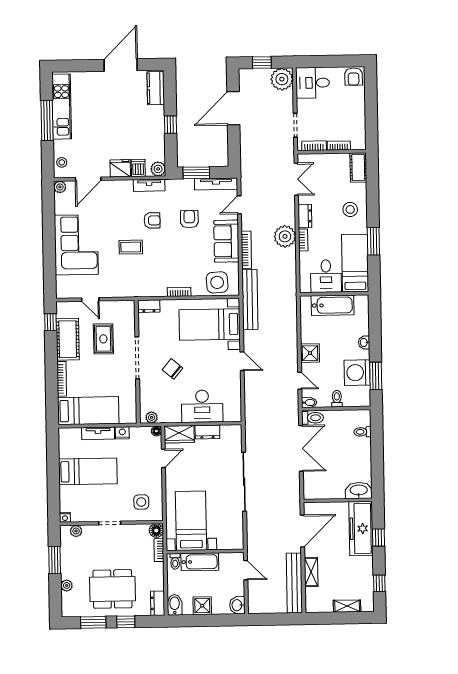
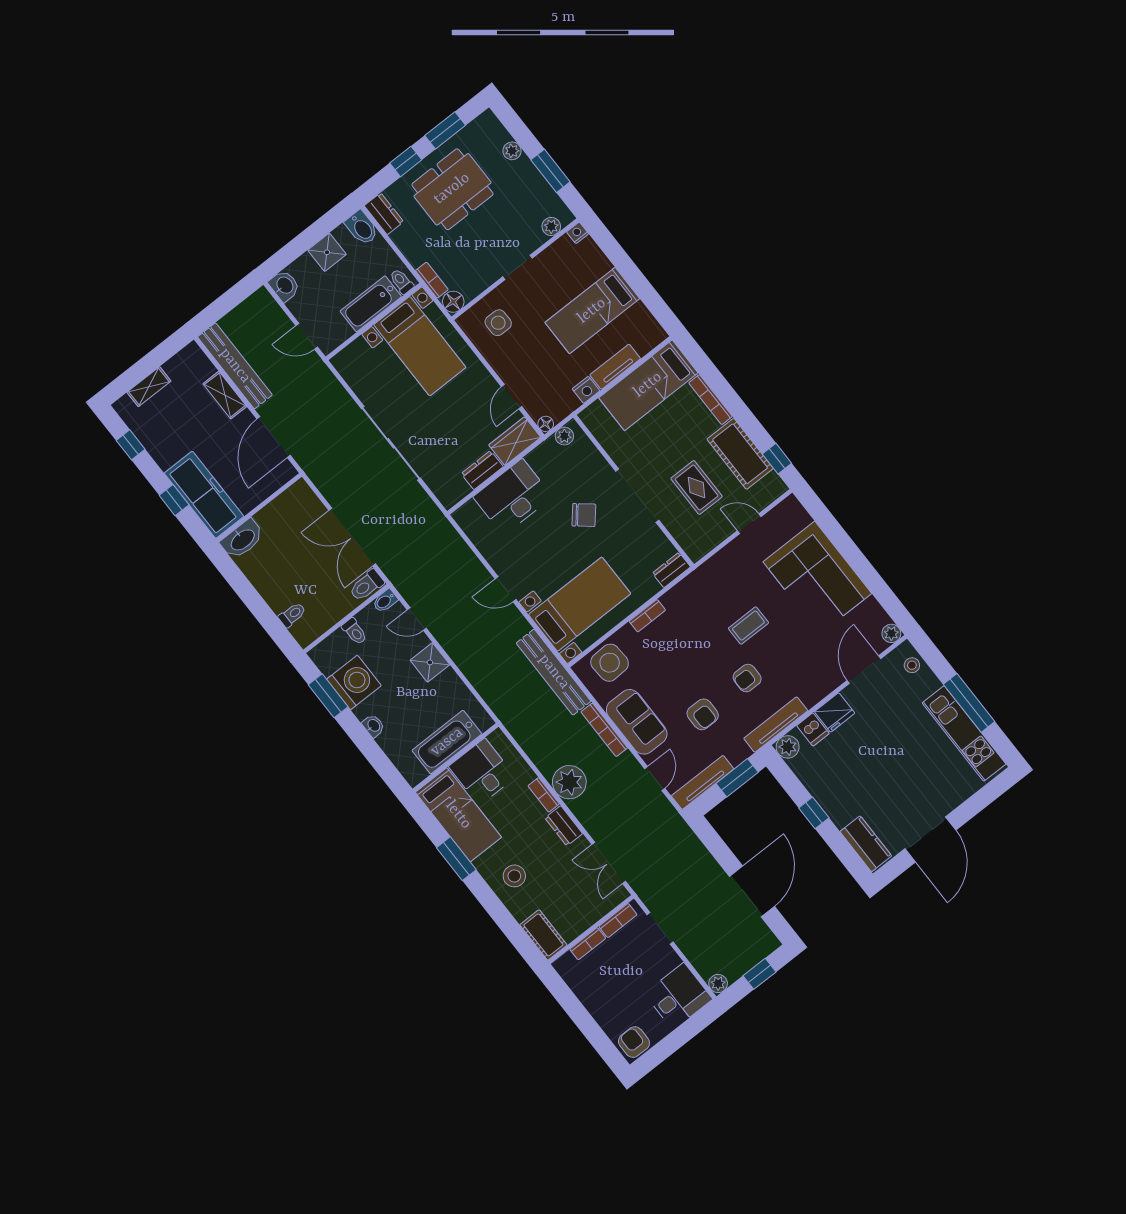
plant: (282, 79) -> (718, 984), width x0.53, depth x0.53
tv unit: (149, 185) -> (776, 725), width x1.41

